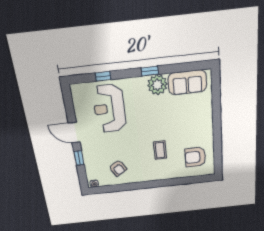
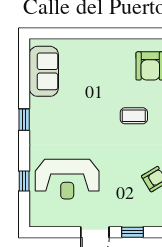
plant: (157, 85) -> (43, 111), removed

